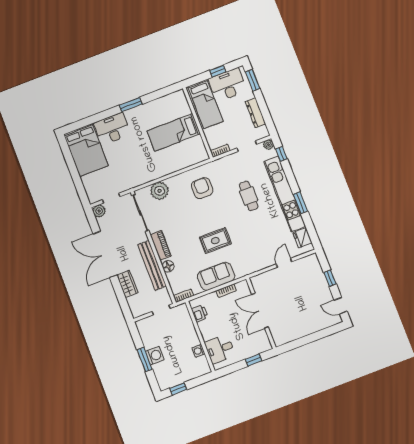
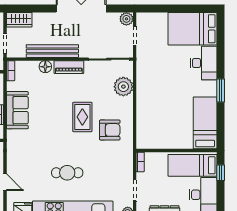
window: (218, 71) -> (221, 173), moved
bed: (174, 132) -> (205, 123), moved
cafe table: (249, 196) -> (67, 173), moved
rug: (215, 241) -> (82, 117), moved
wardrobe: (127, 284) -> (19, 20), moved

